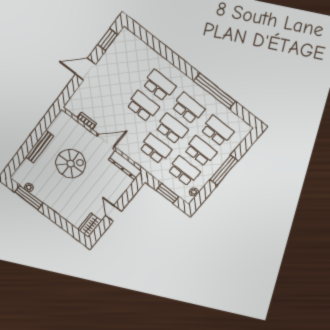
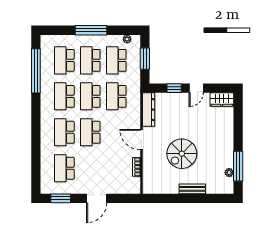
school desk: (130, 62) -> (64, 168), added
door: (85, 69) -> (97, 198), hinge flipped
window: (215, 91) -> (36, 71), moved
bench: (40, 146) -> (192, 189), width x0.73
spiral stairs: (71, 164) -> (182, 154), turned -90
window: (127, 197) -> (174, 88), added

